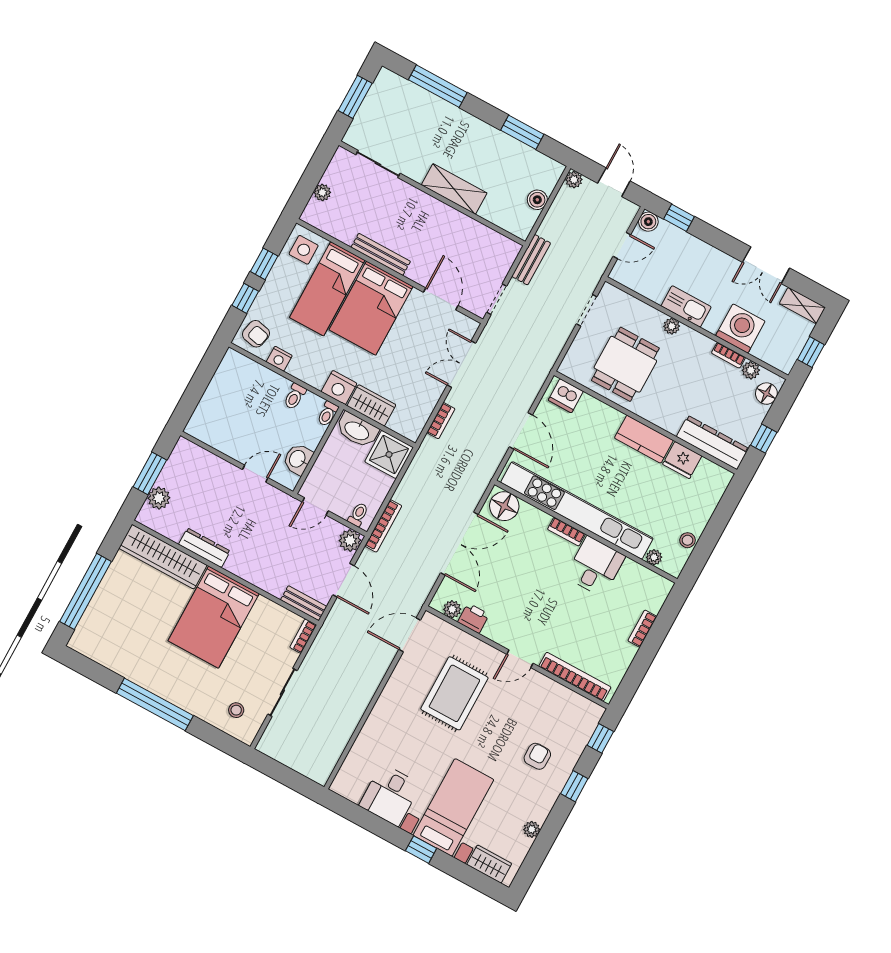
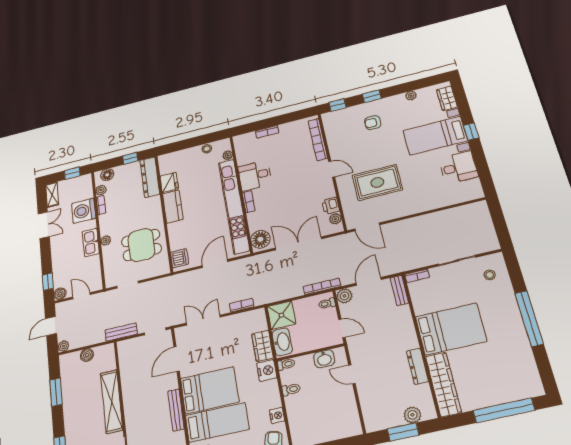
shelving: (454, 189) -> (112, 401), width x1.47
double door: (461, 364) -> (203, 320), swing flipped

